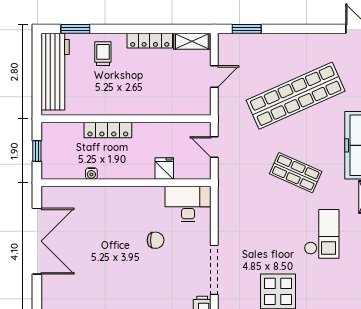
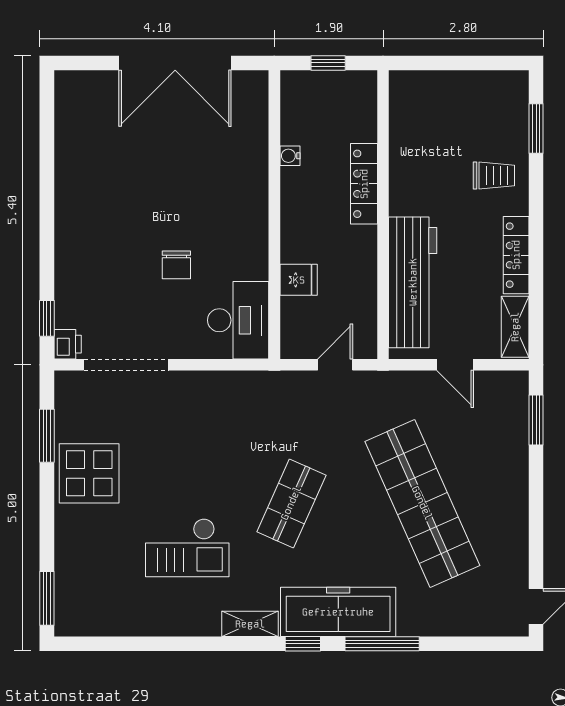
workbench: (55, 72) -> (413, 282), moved, turned -90

